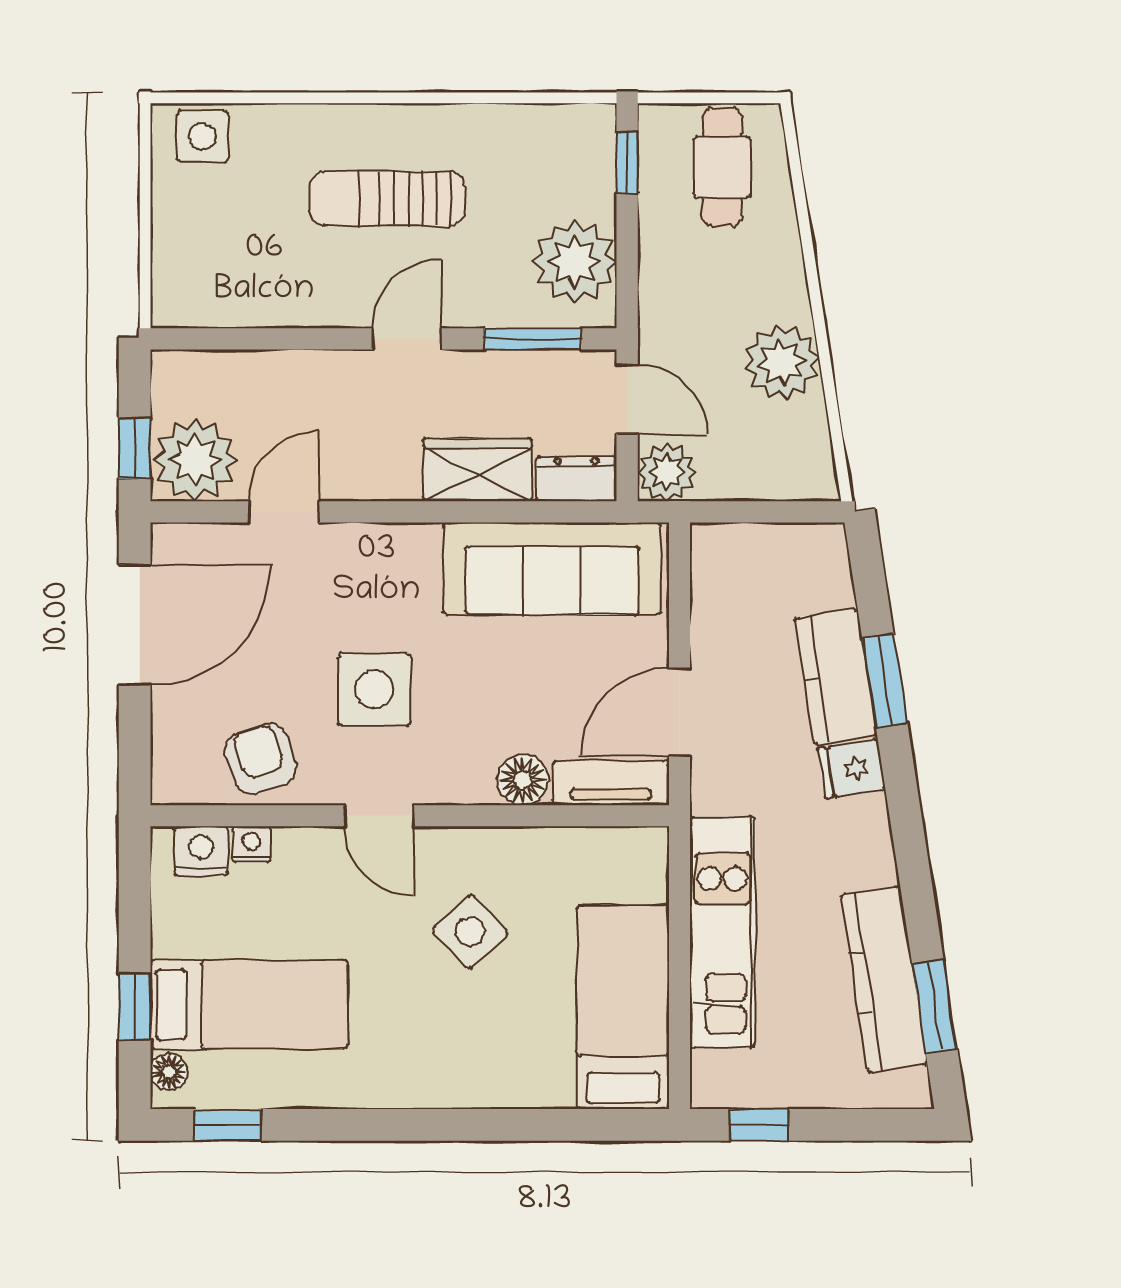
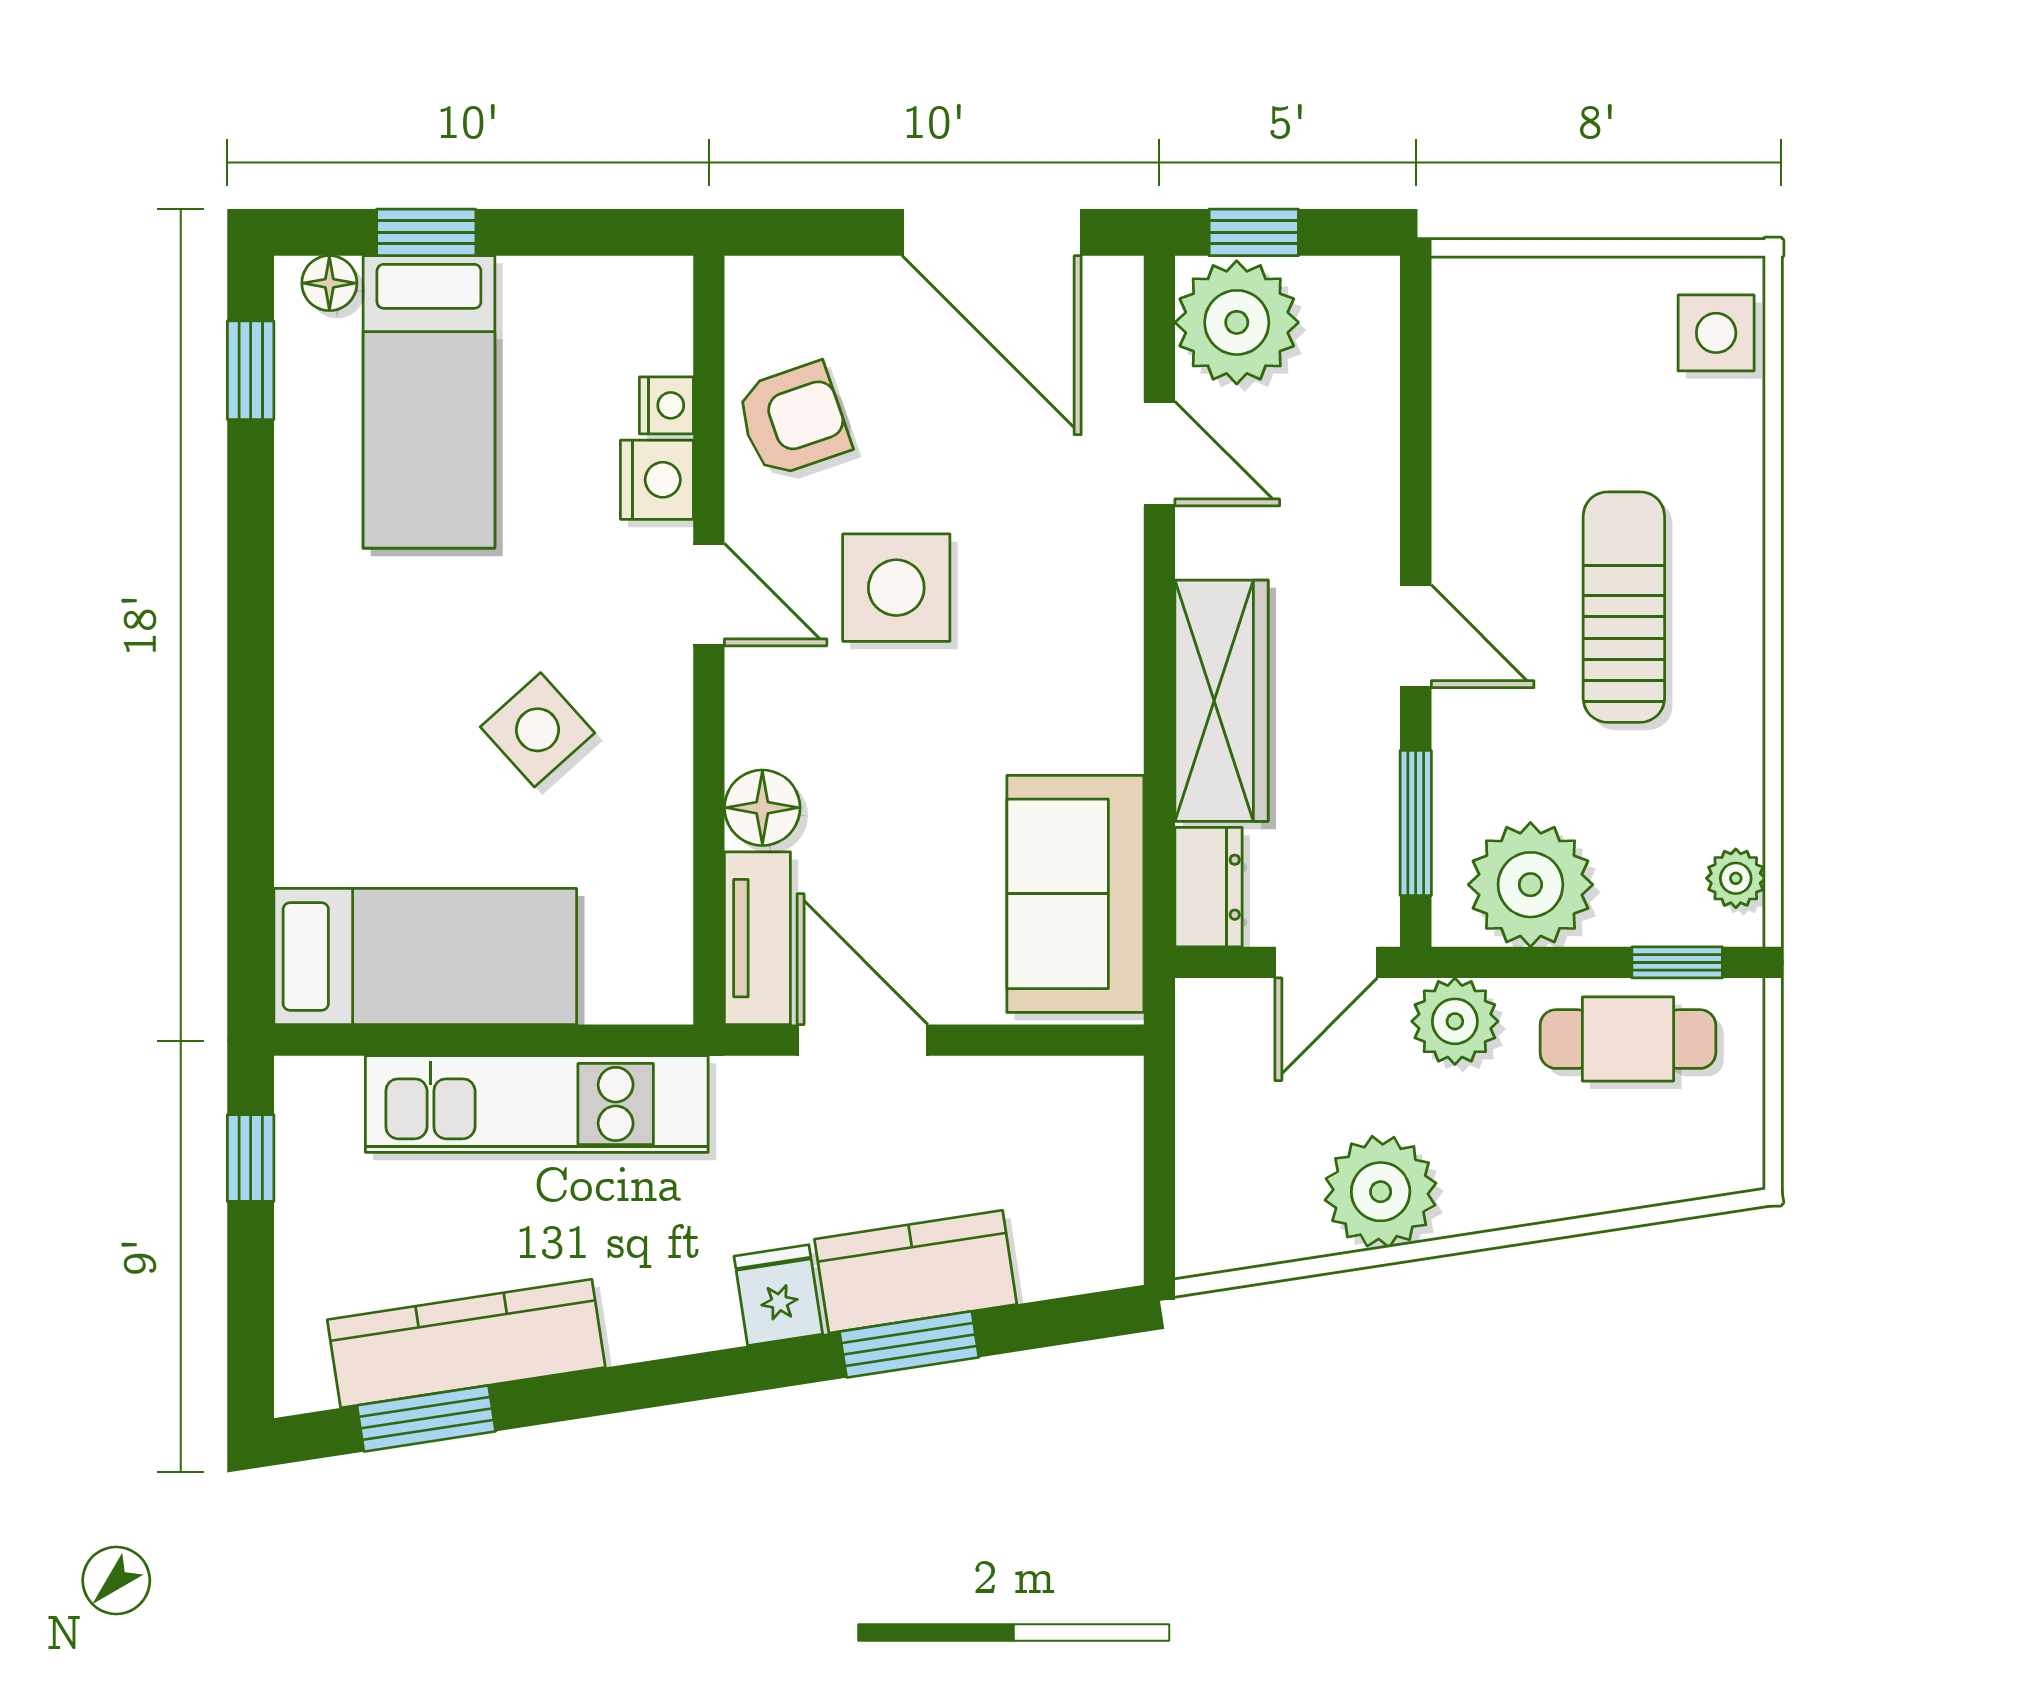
plant: (570, 123) -> (1736, 878), added
cafe table: (722, 167) -> (1628, 1039), moved
wardrobe: (478, 470) -> (1222, 701), width x1.50
plant: (667, 472) -> (1455, 1021), moved
sofa: (552, 569) -> (1075, 894), width x0.73
door: (379, 816) -> (709, 595), swing flipped
nightstand: (201, 851) -> (657, 480), moved

